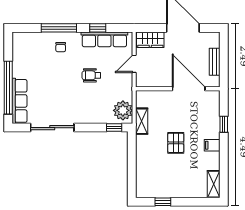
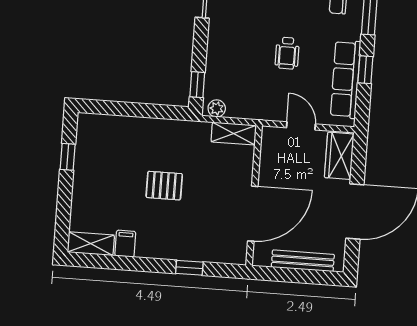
bench: (215, 62) -> (303, 261), width x1.36
wheelchair: (91, 75) -> (287, 53), turned 180
plant: (123, 110) -> (217, 108), width x0.53, depth x0.53
shelving: (142, 121) -> (234, 134), moved
filing cabinet: (212, 145) -> (125, 244), moved

